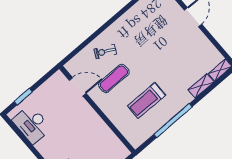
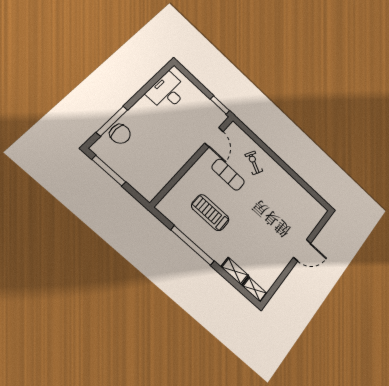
window: (23, 97) -> (220, 105), moved

